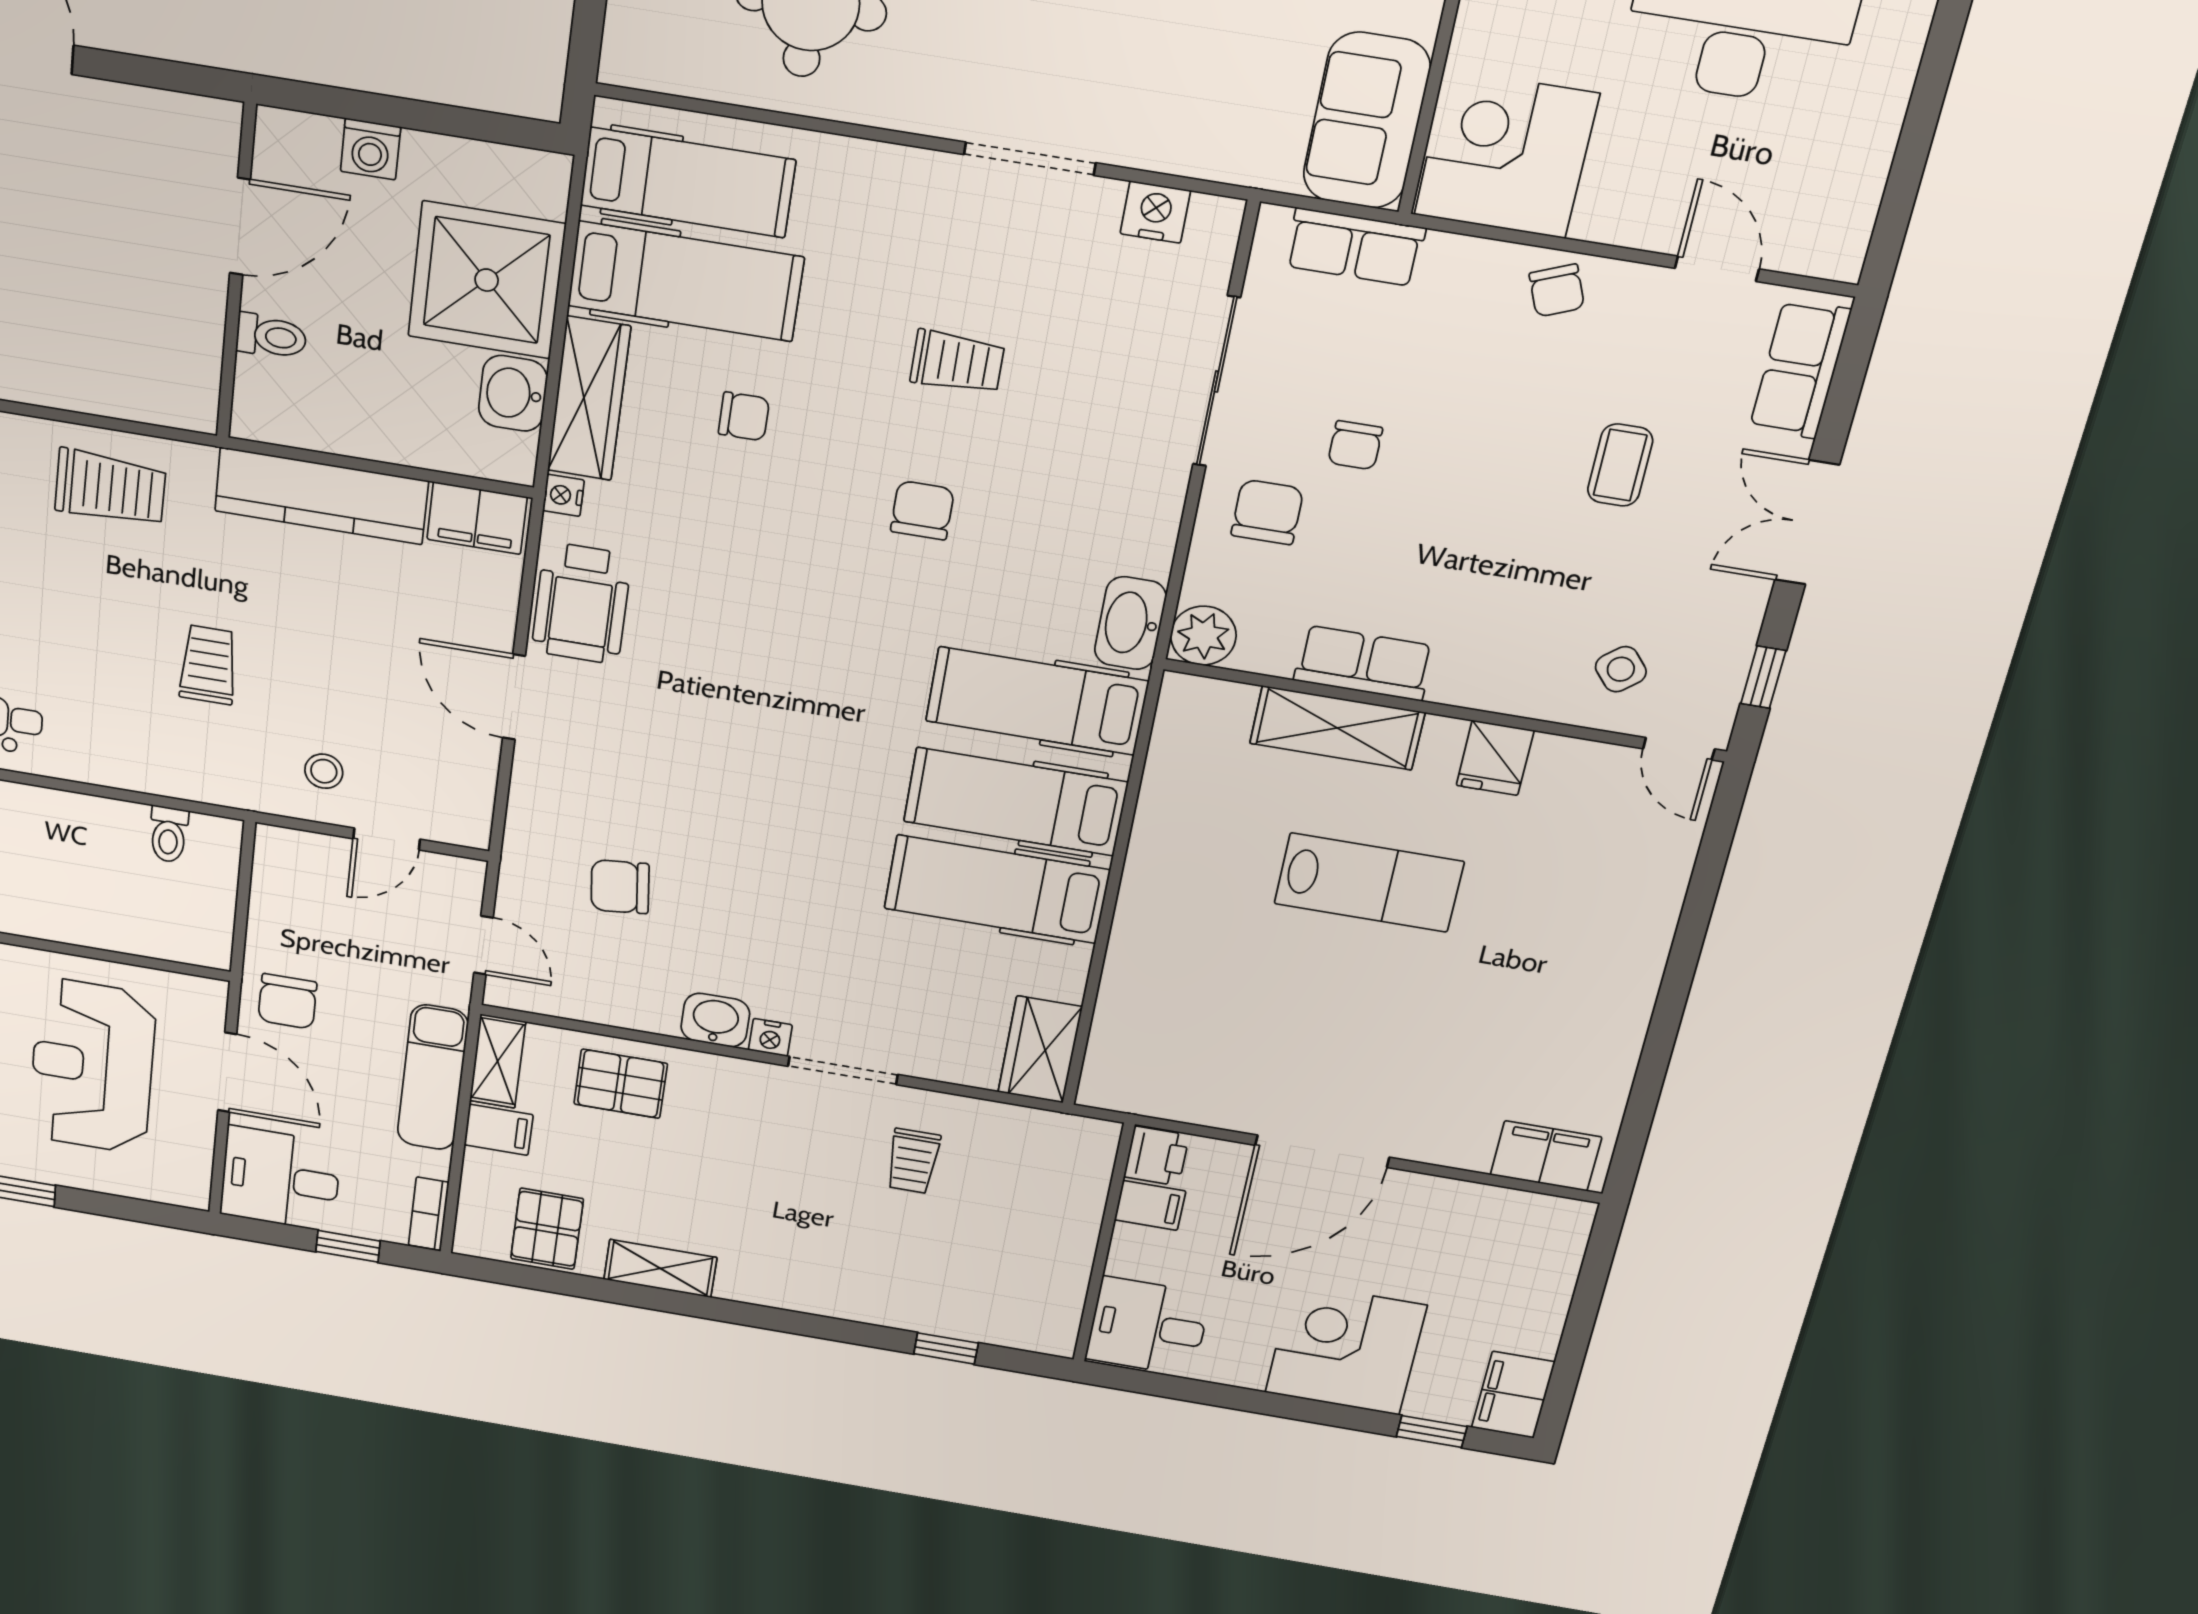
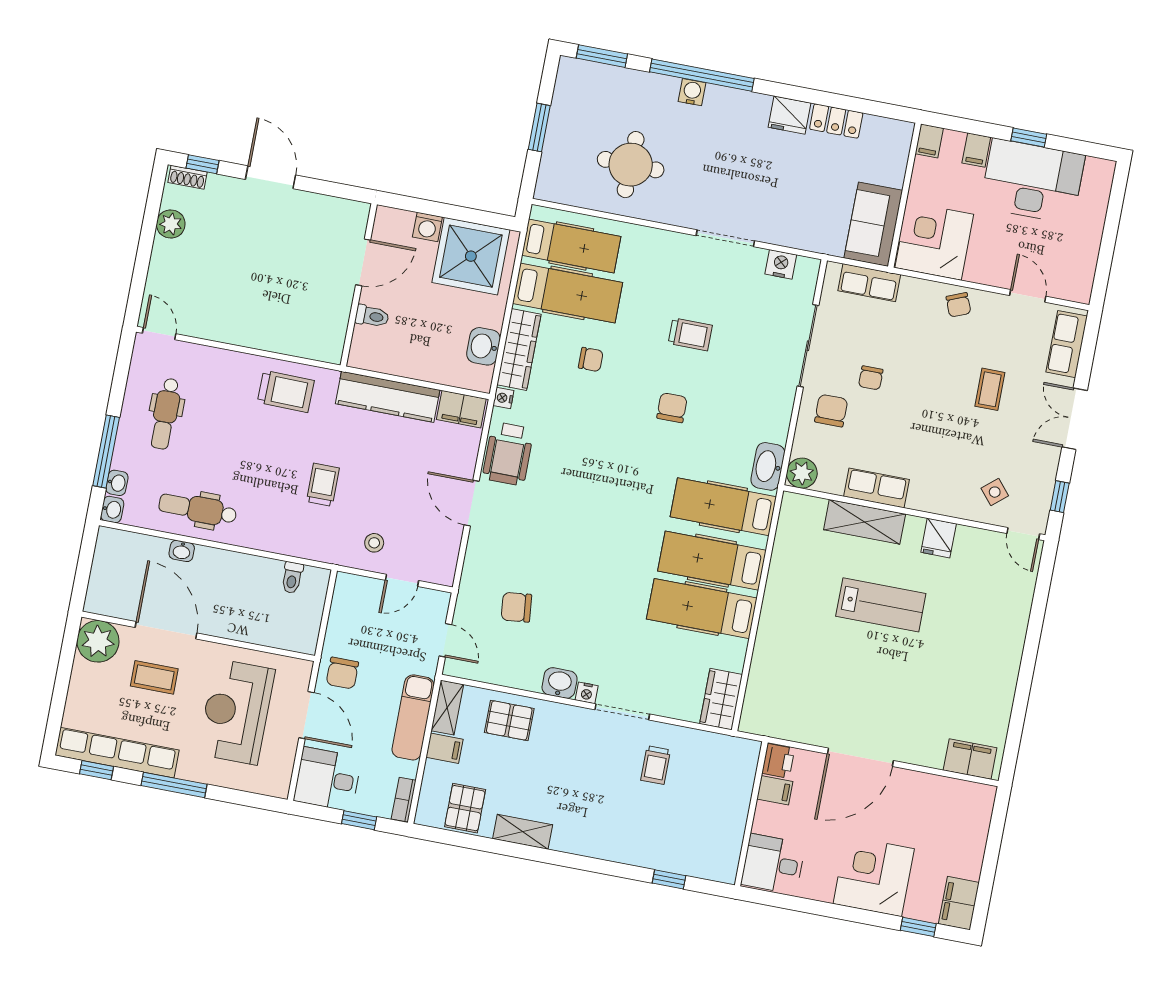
shower: (487, 280) -> (471, 256), moved

